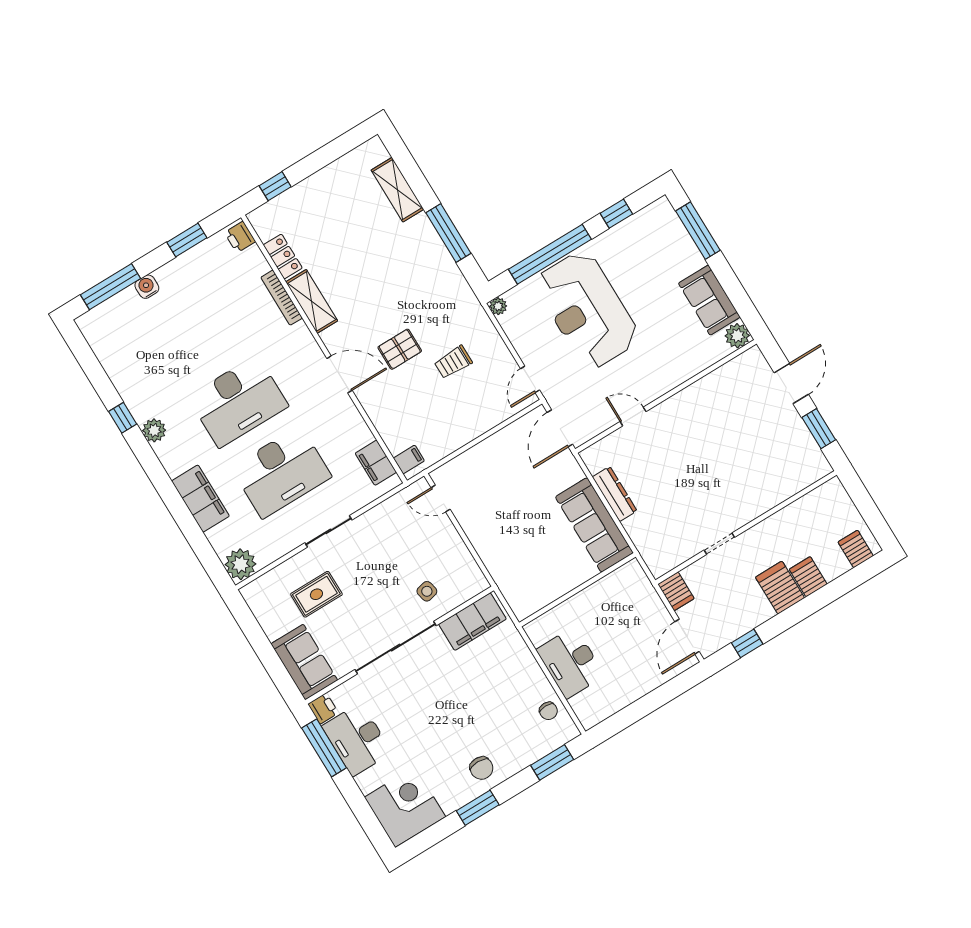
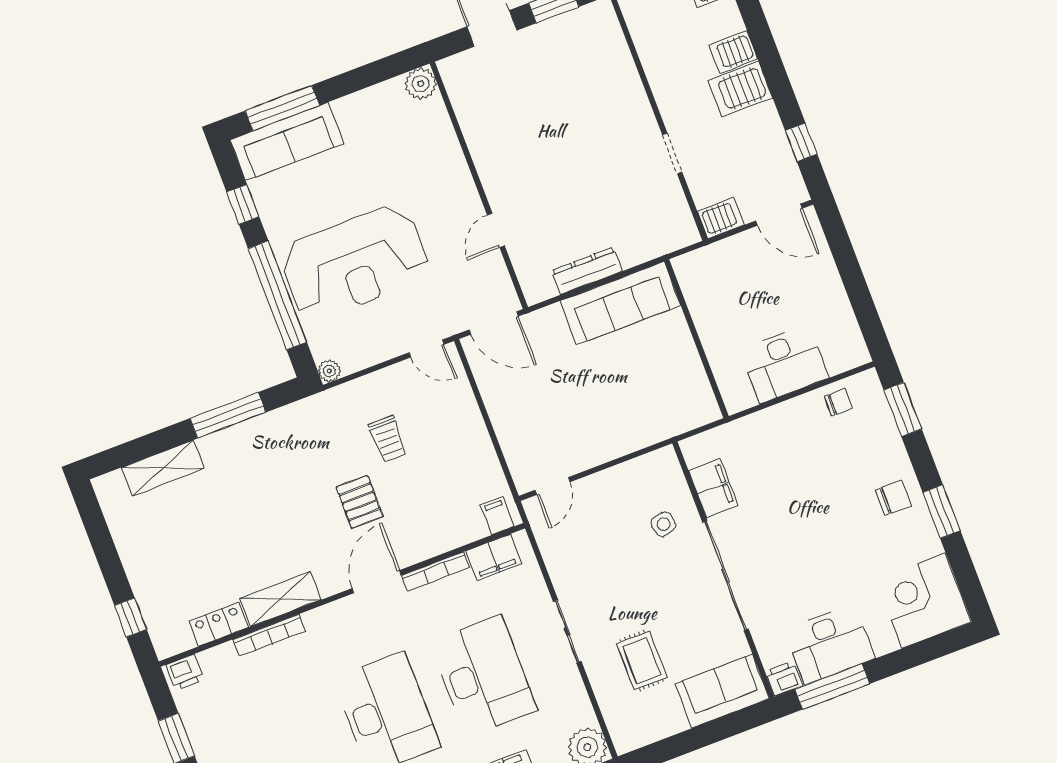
sofa: (709, 300) -> (287, 142), moved, width x1.36
bookcase: (356, 419) -> (436, 571), added
filing cabinet: (472, 622) -> (713, 488), width x0.67, depth x0.86

